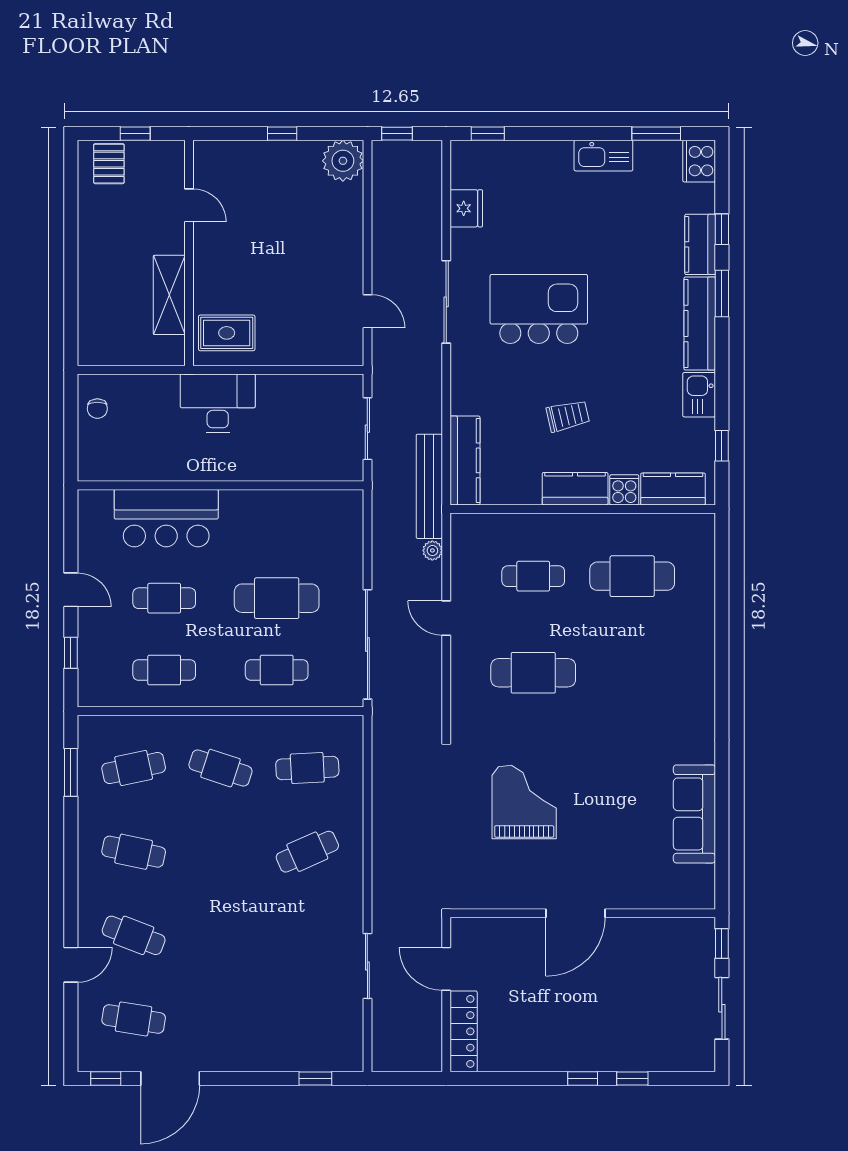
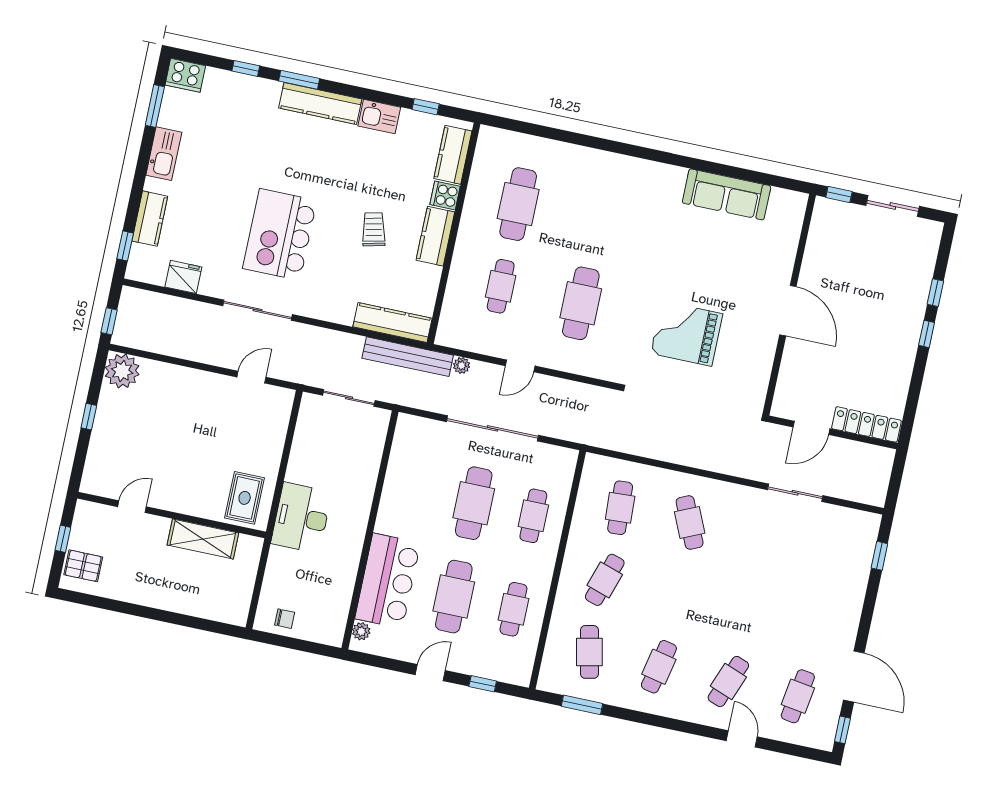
kitchen counter: (700, 244) -> (150, 219), moved, turned -90
plant: (102, 500) -> (361, 631), added
cafe table: (164, 598) -> (454, 597), width x1.37, depth x1.35
sliding door: (367, 644) -> (493, 428), moved

